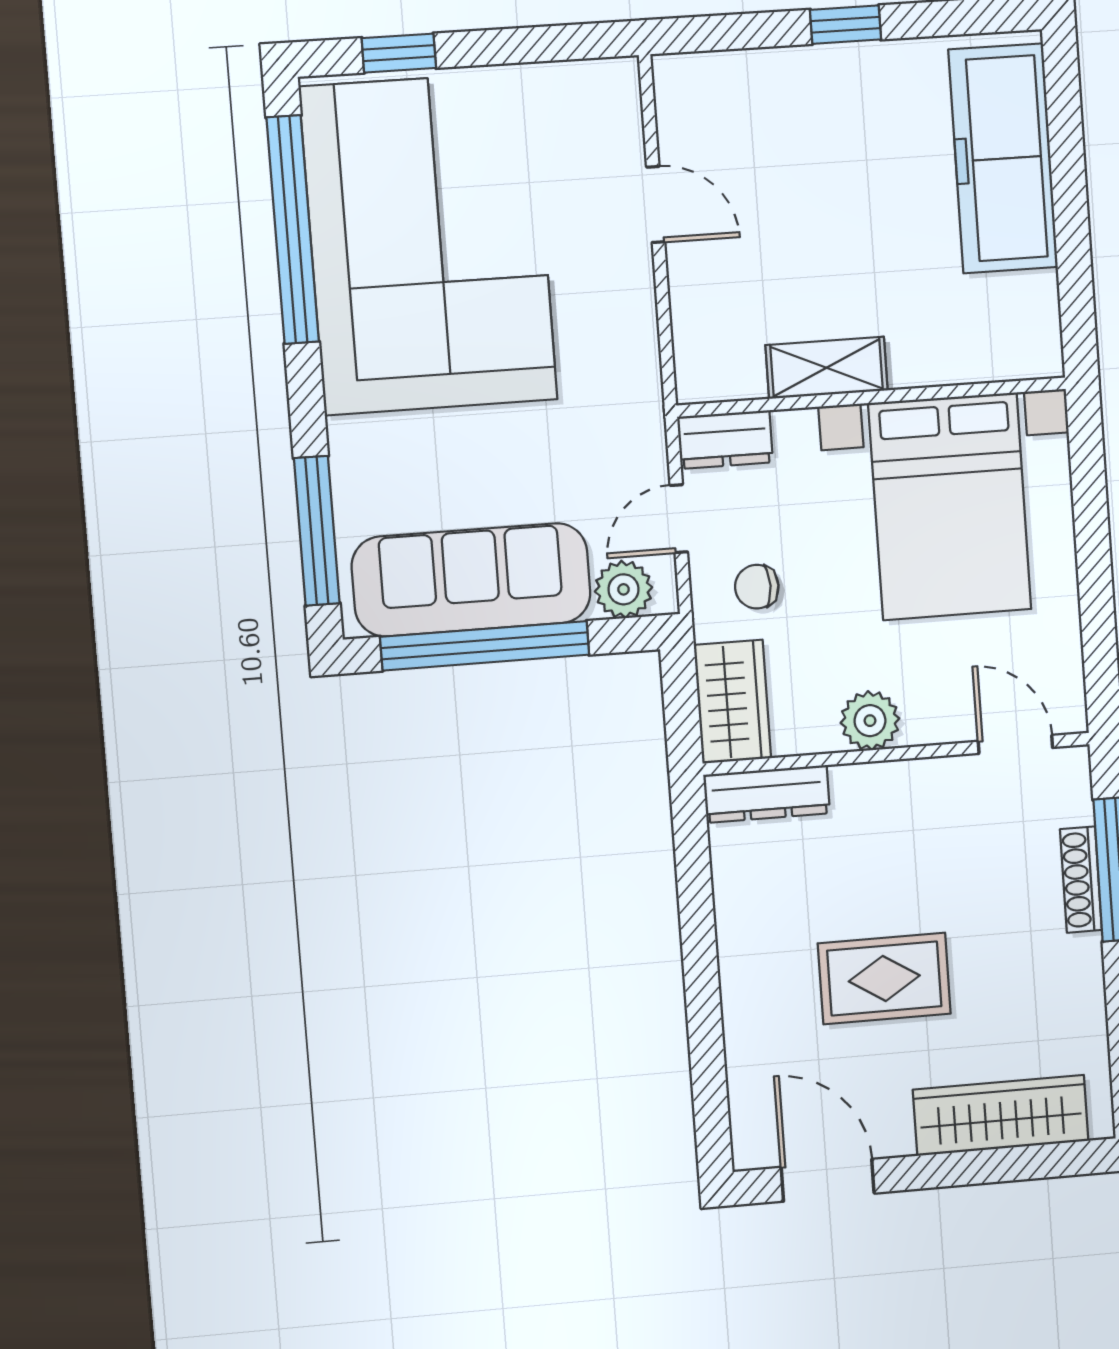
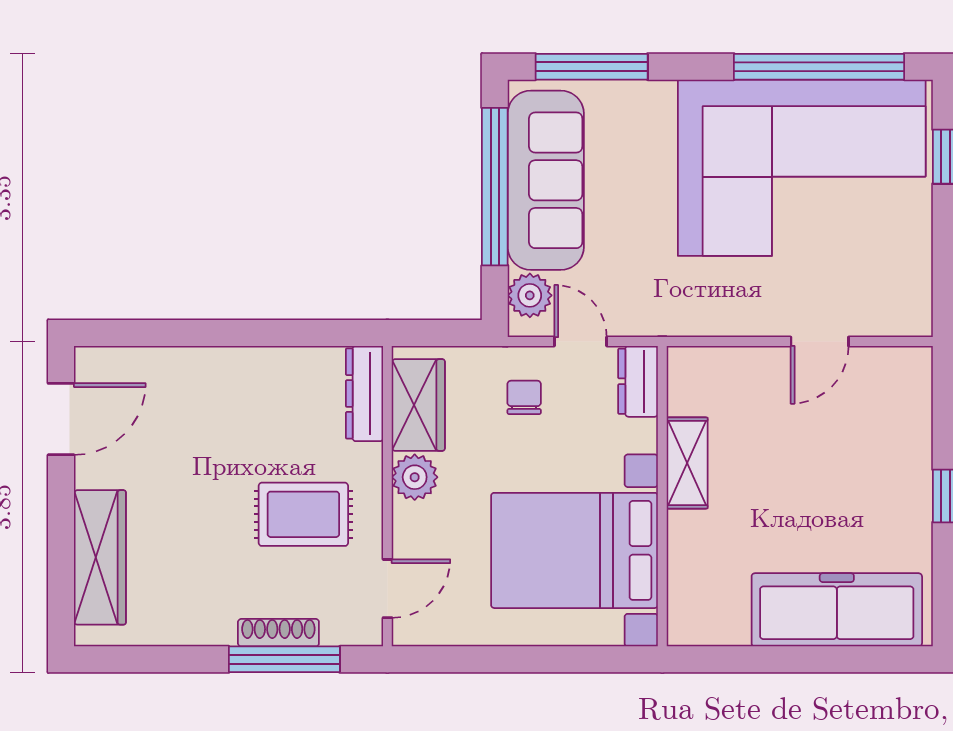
wardrobe: (733, 702) -> (418, 405), moved, turned -90
rug: (884, 978) -> (303, 514), moved, turned 90

